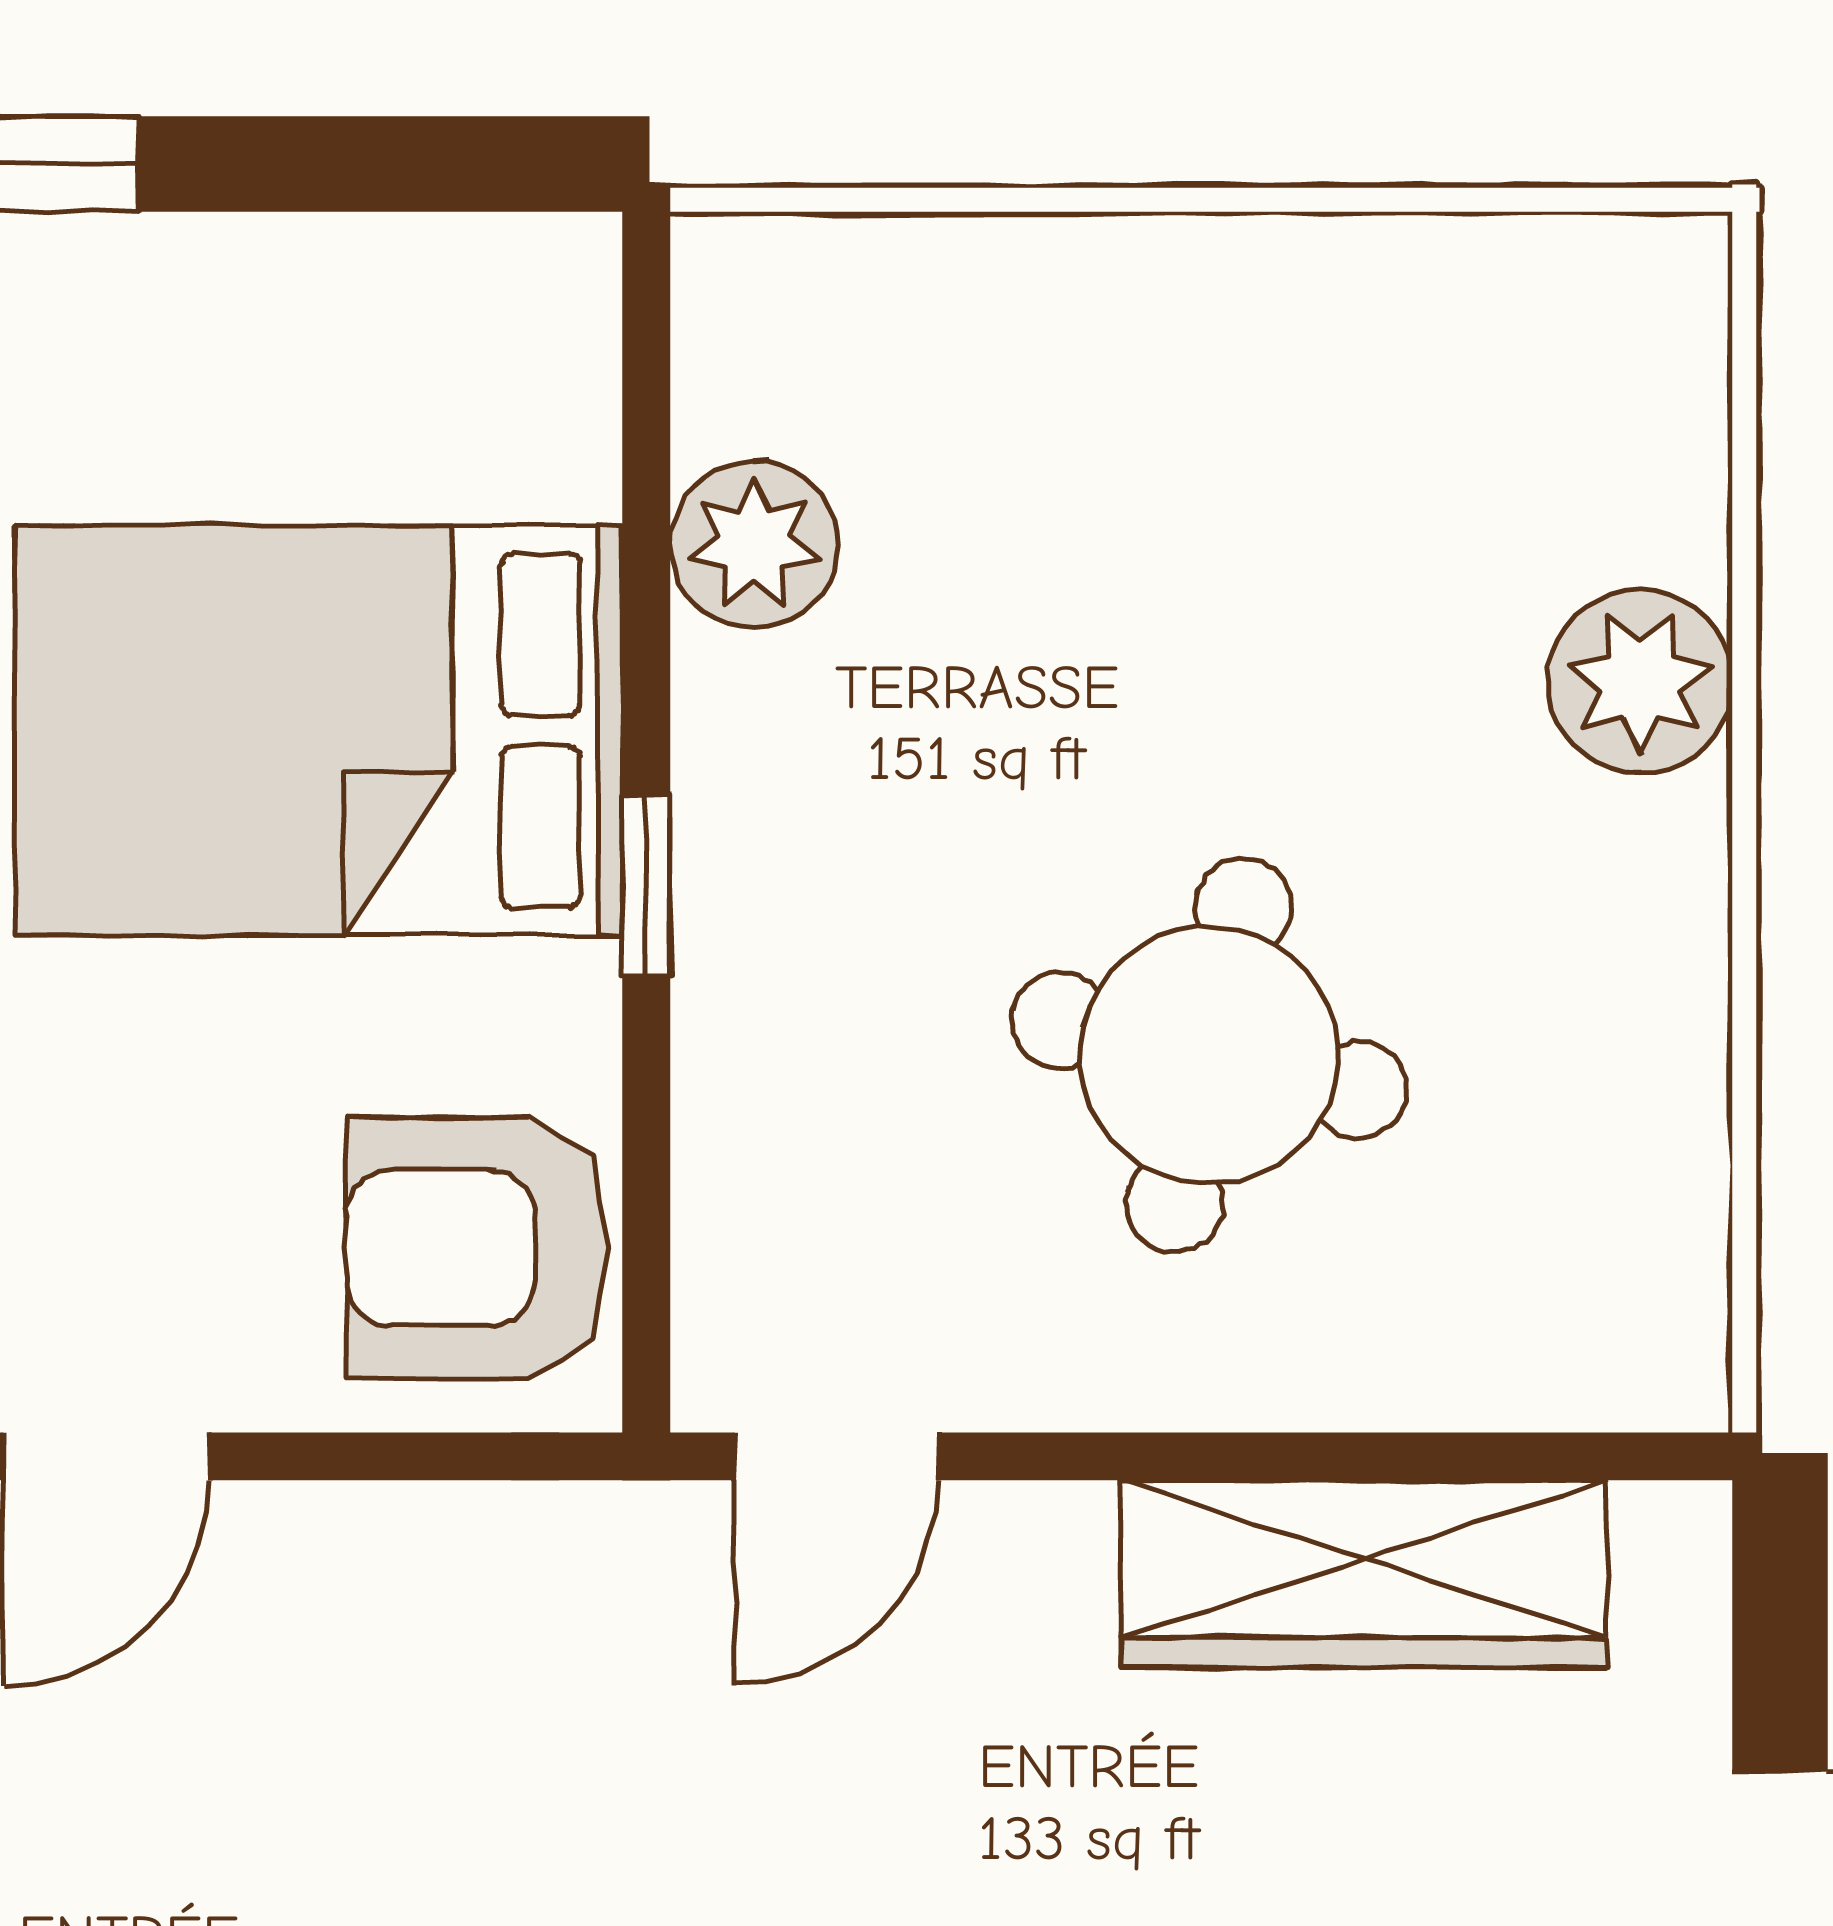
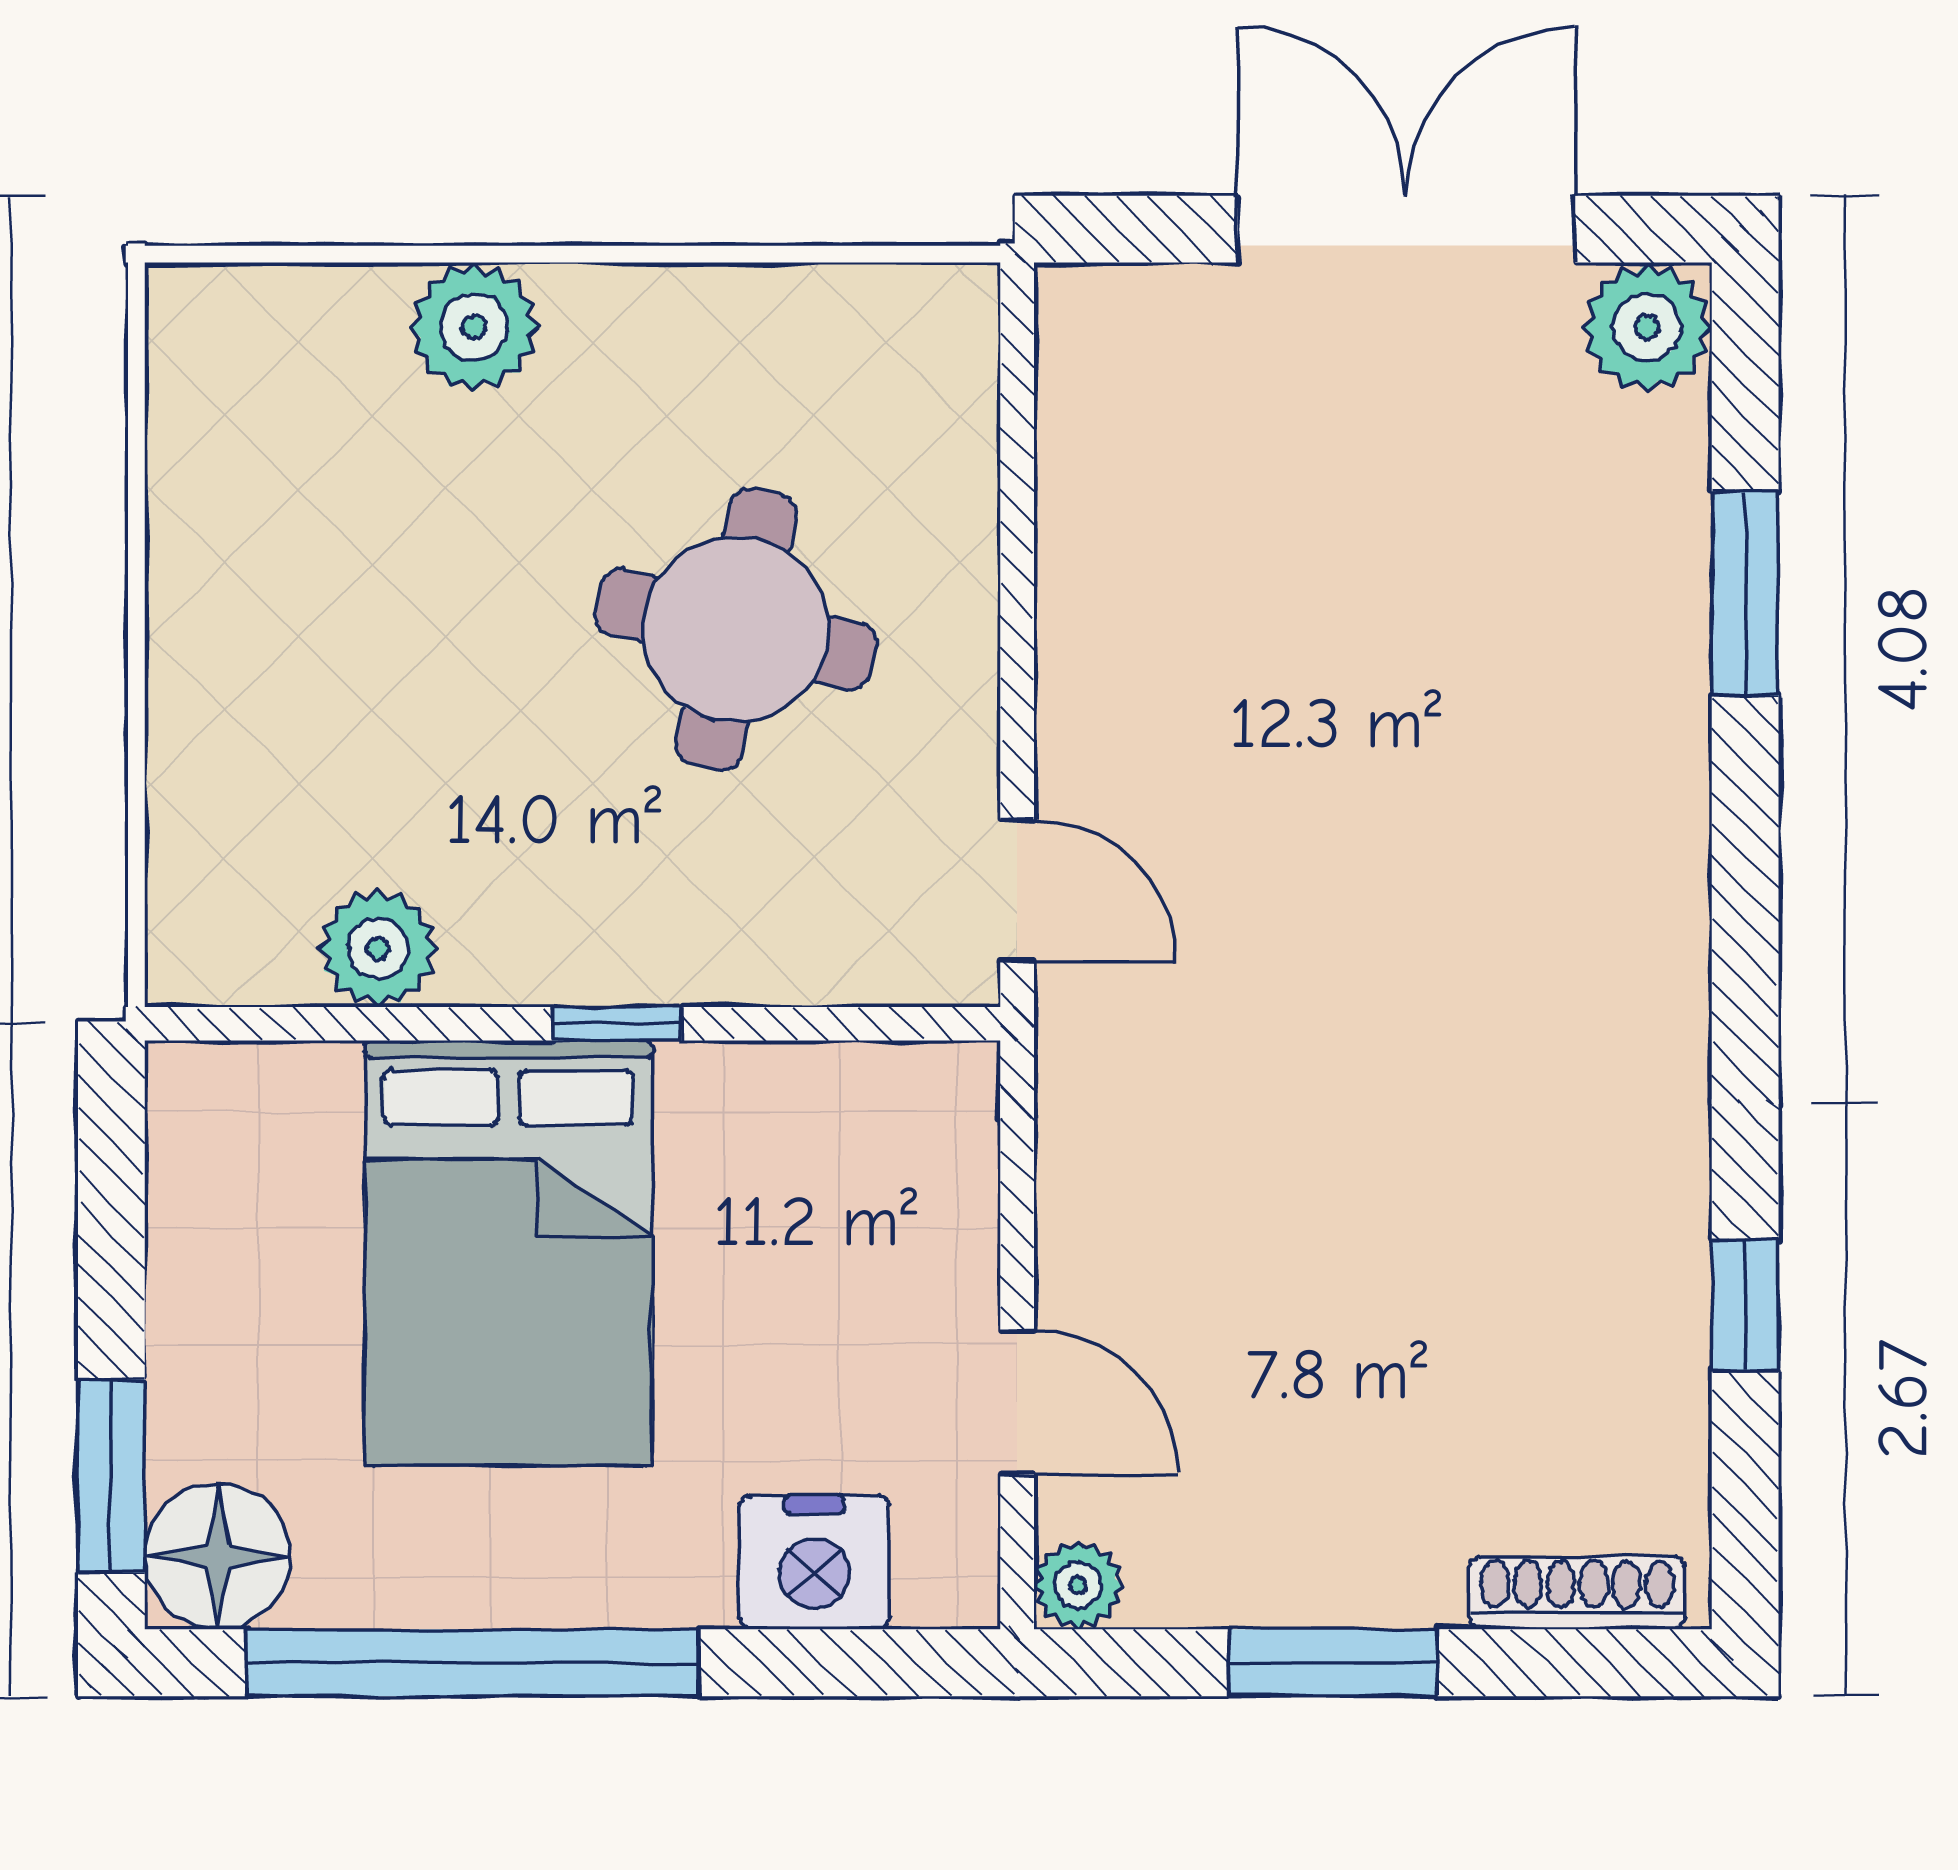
armchair: (477, 1248) -> (871, 1142), removed
wardrobe: (1364, 1574) -> (1100, 521), removed

